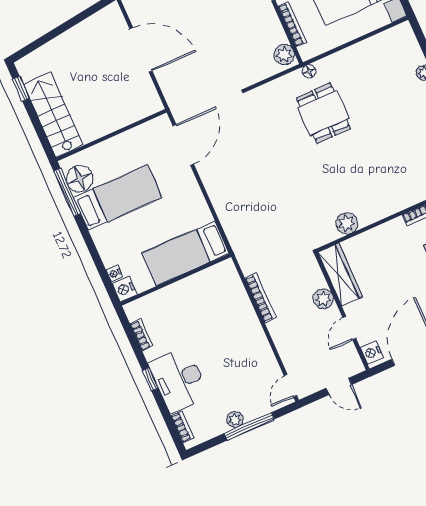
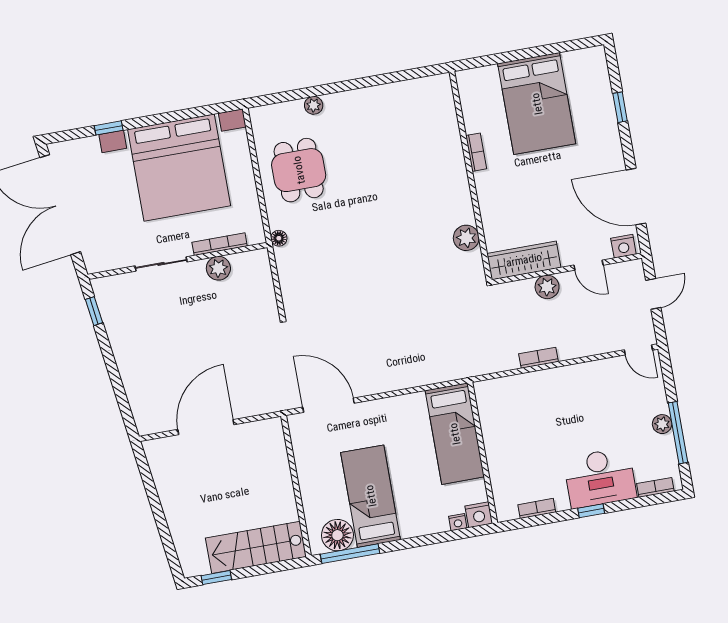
plant: (284, 55) -> (218, 268), moved
dining table: (323, 113) -> (299, 170), moved, turned 90
bookcase: (260, 298) -> (538, 358), width x0.64
window: (249, 426) -> (678, 433), moved

